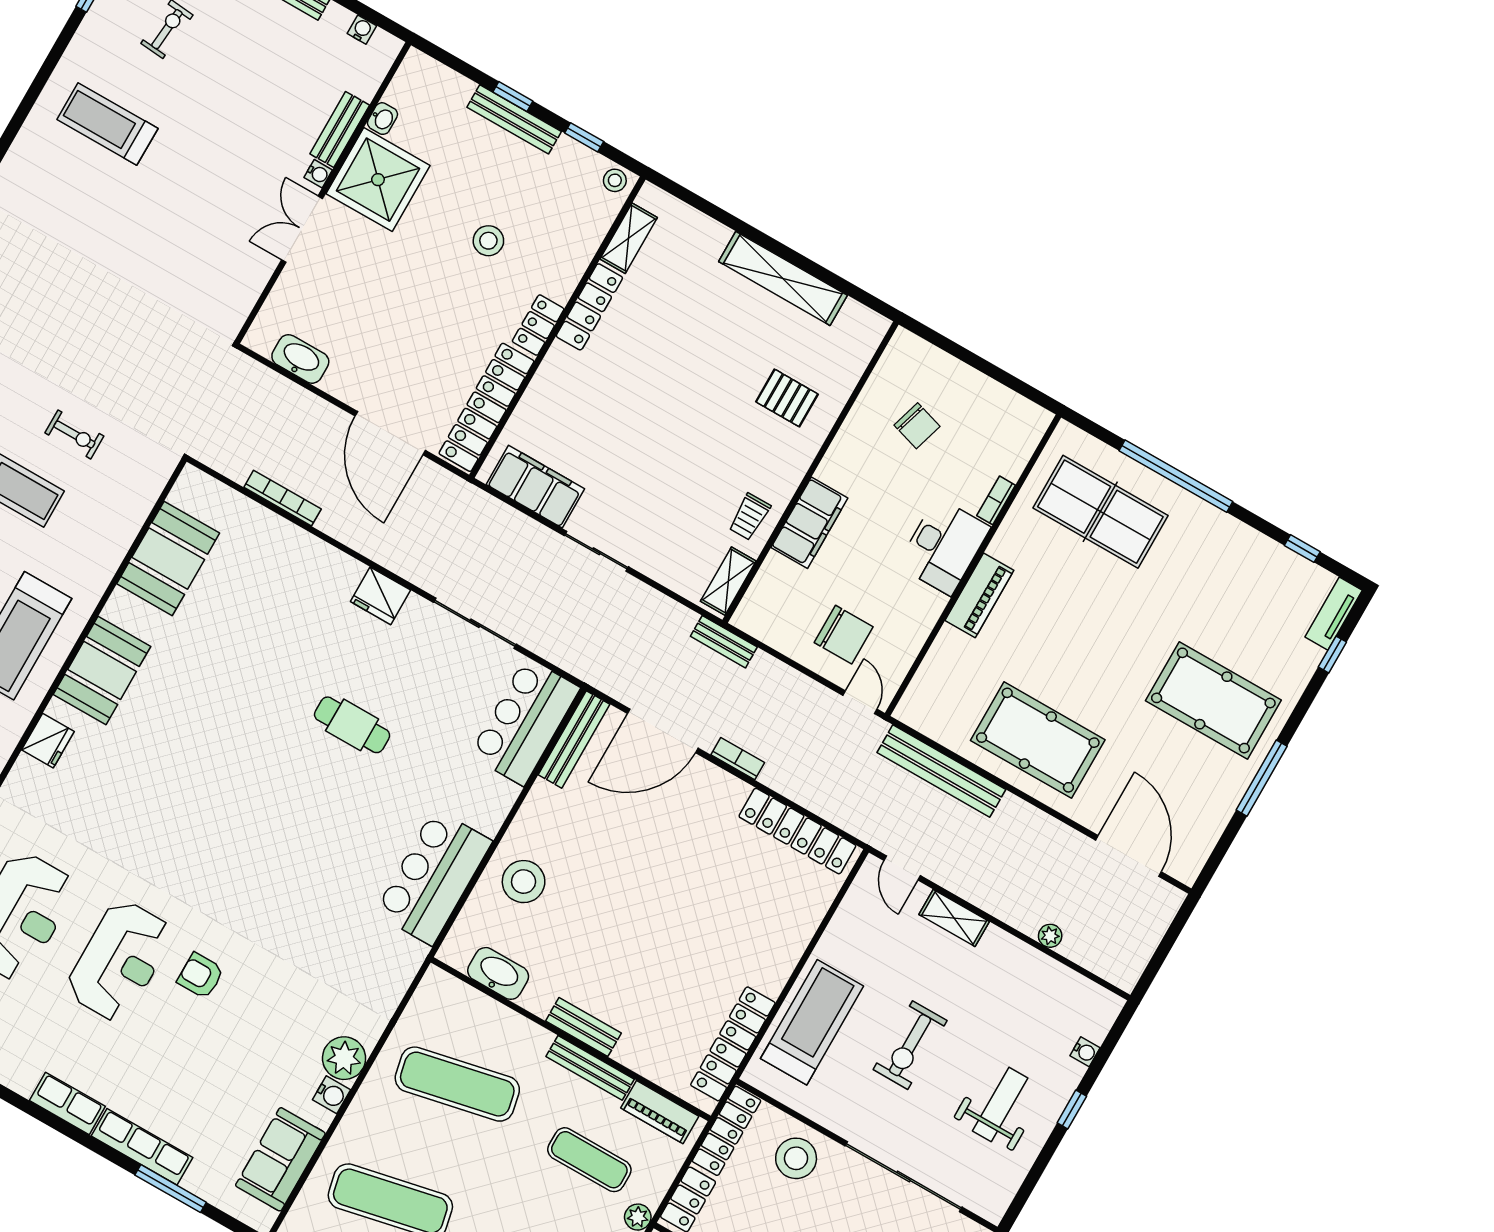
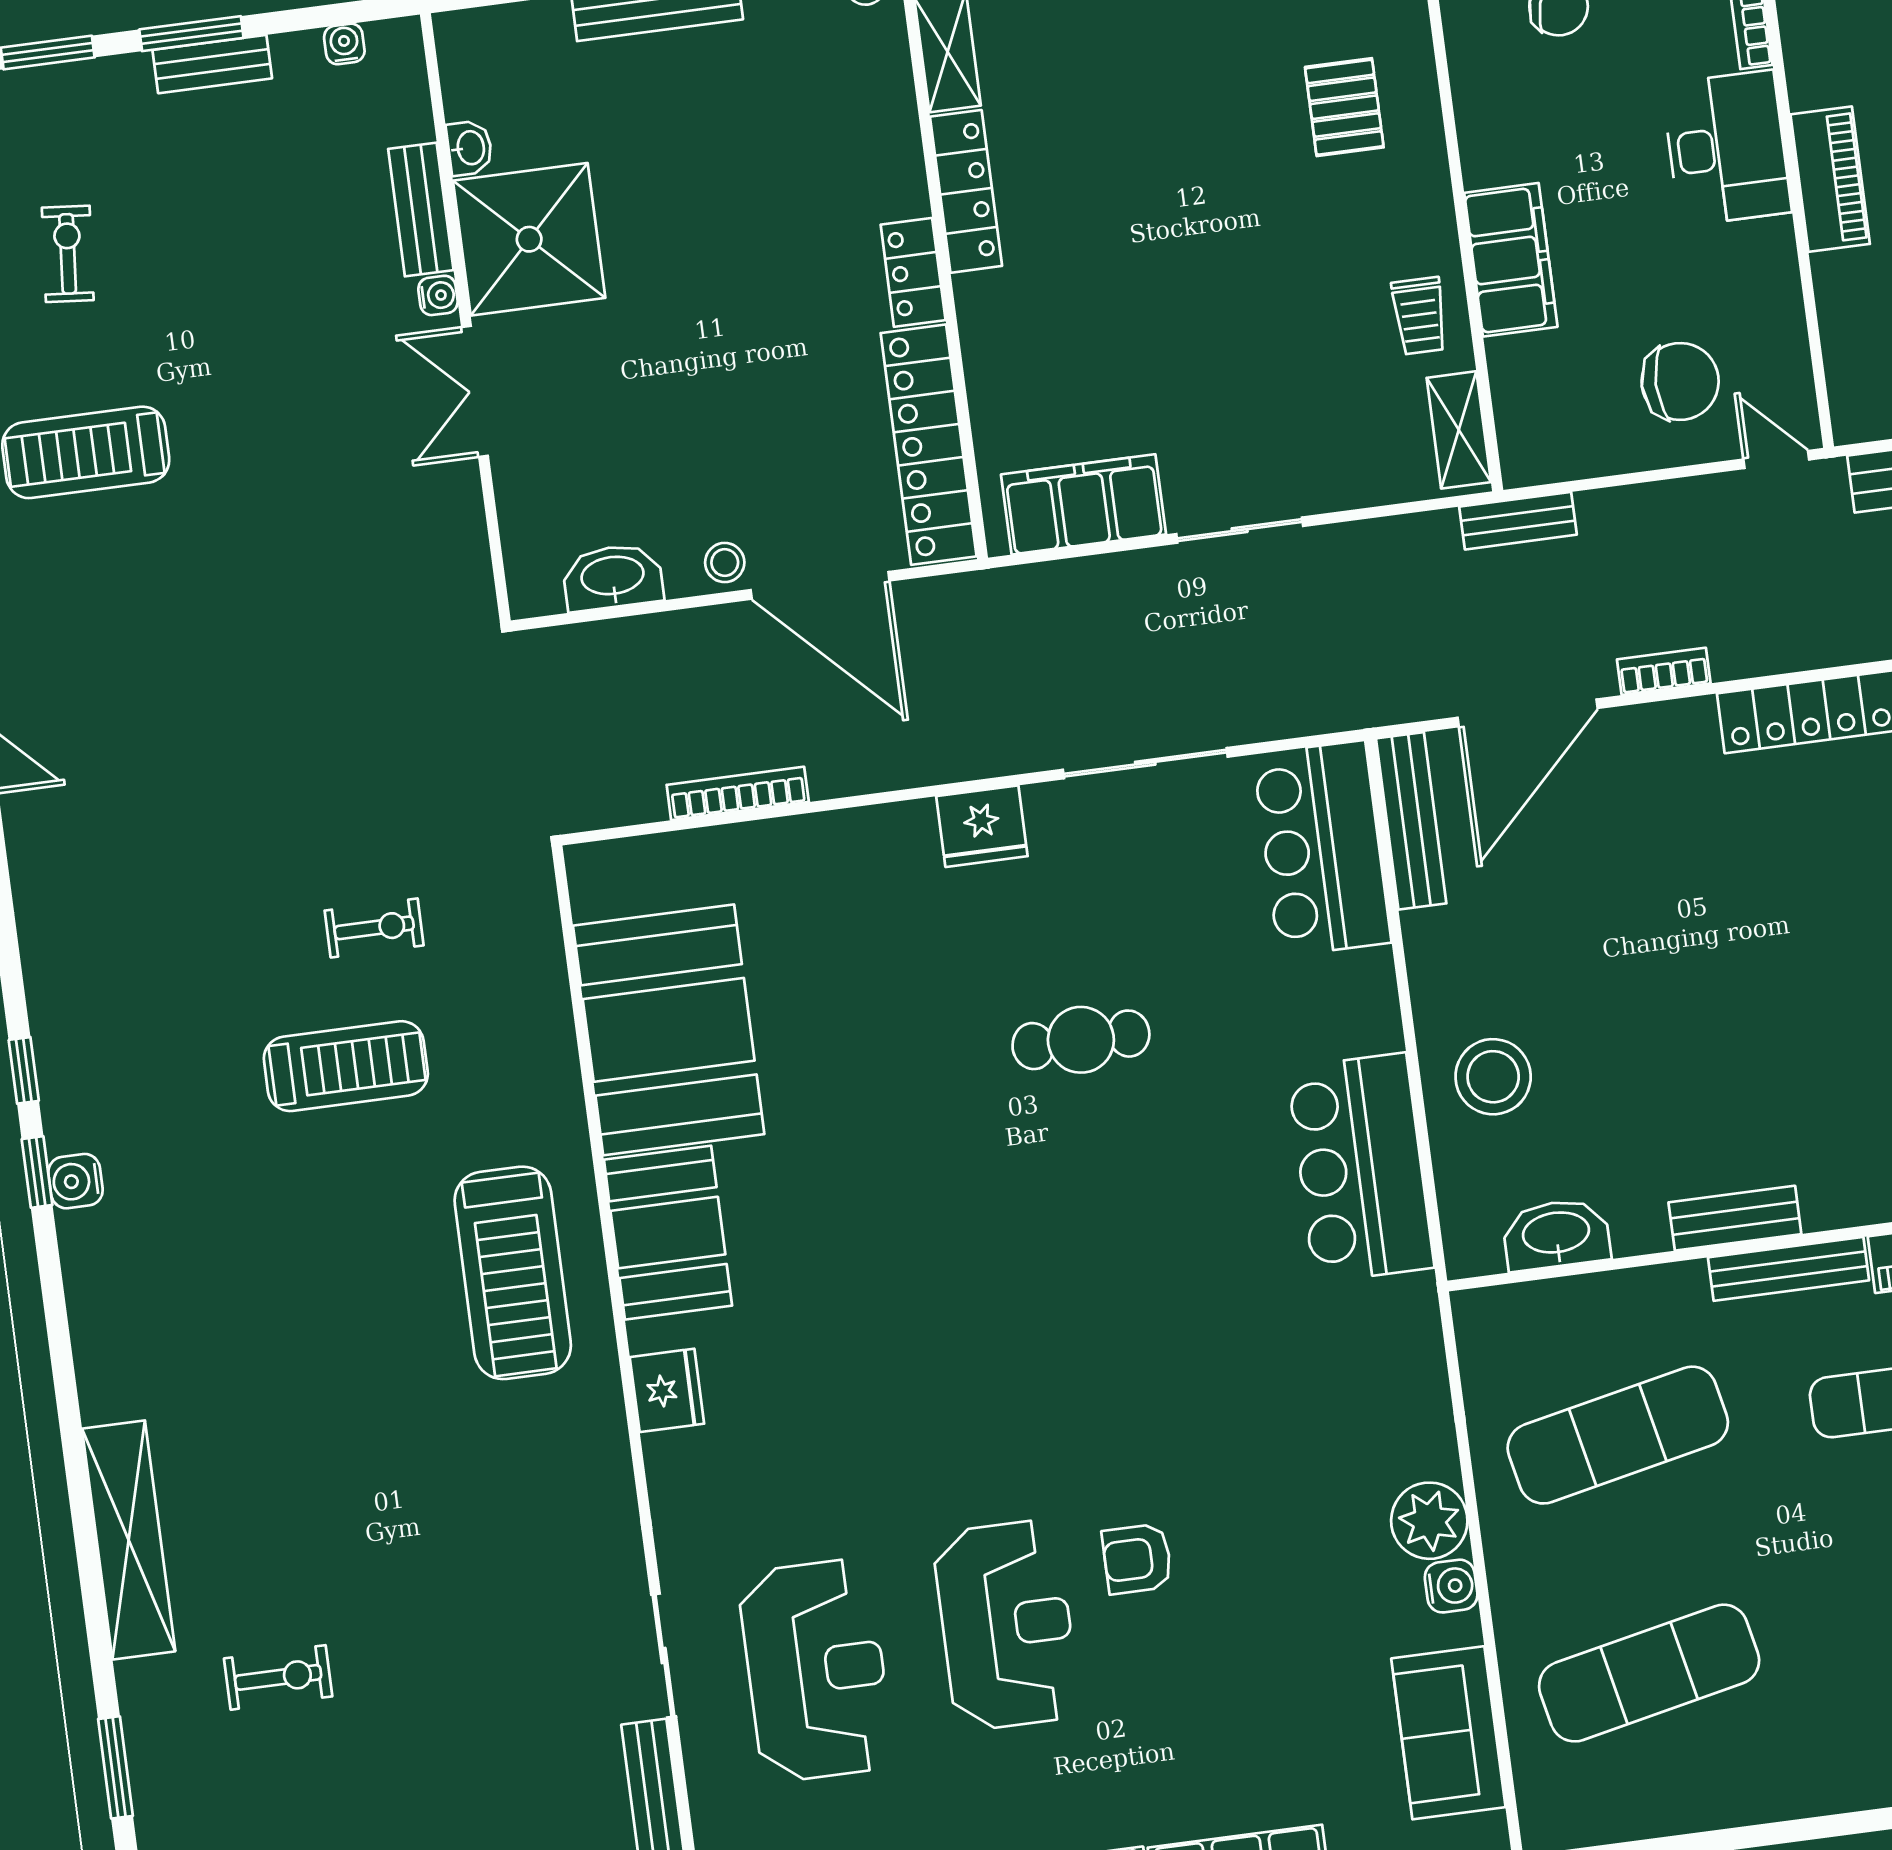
stool: (488, 241) -> (725, 562), moved, width x0.73, depth x0.73
pallet: (787, 398) -> (1344, 107), turned 90
booth: (168, 558) -> (669, 1030), width x1.36, depth x1.42

